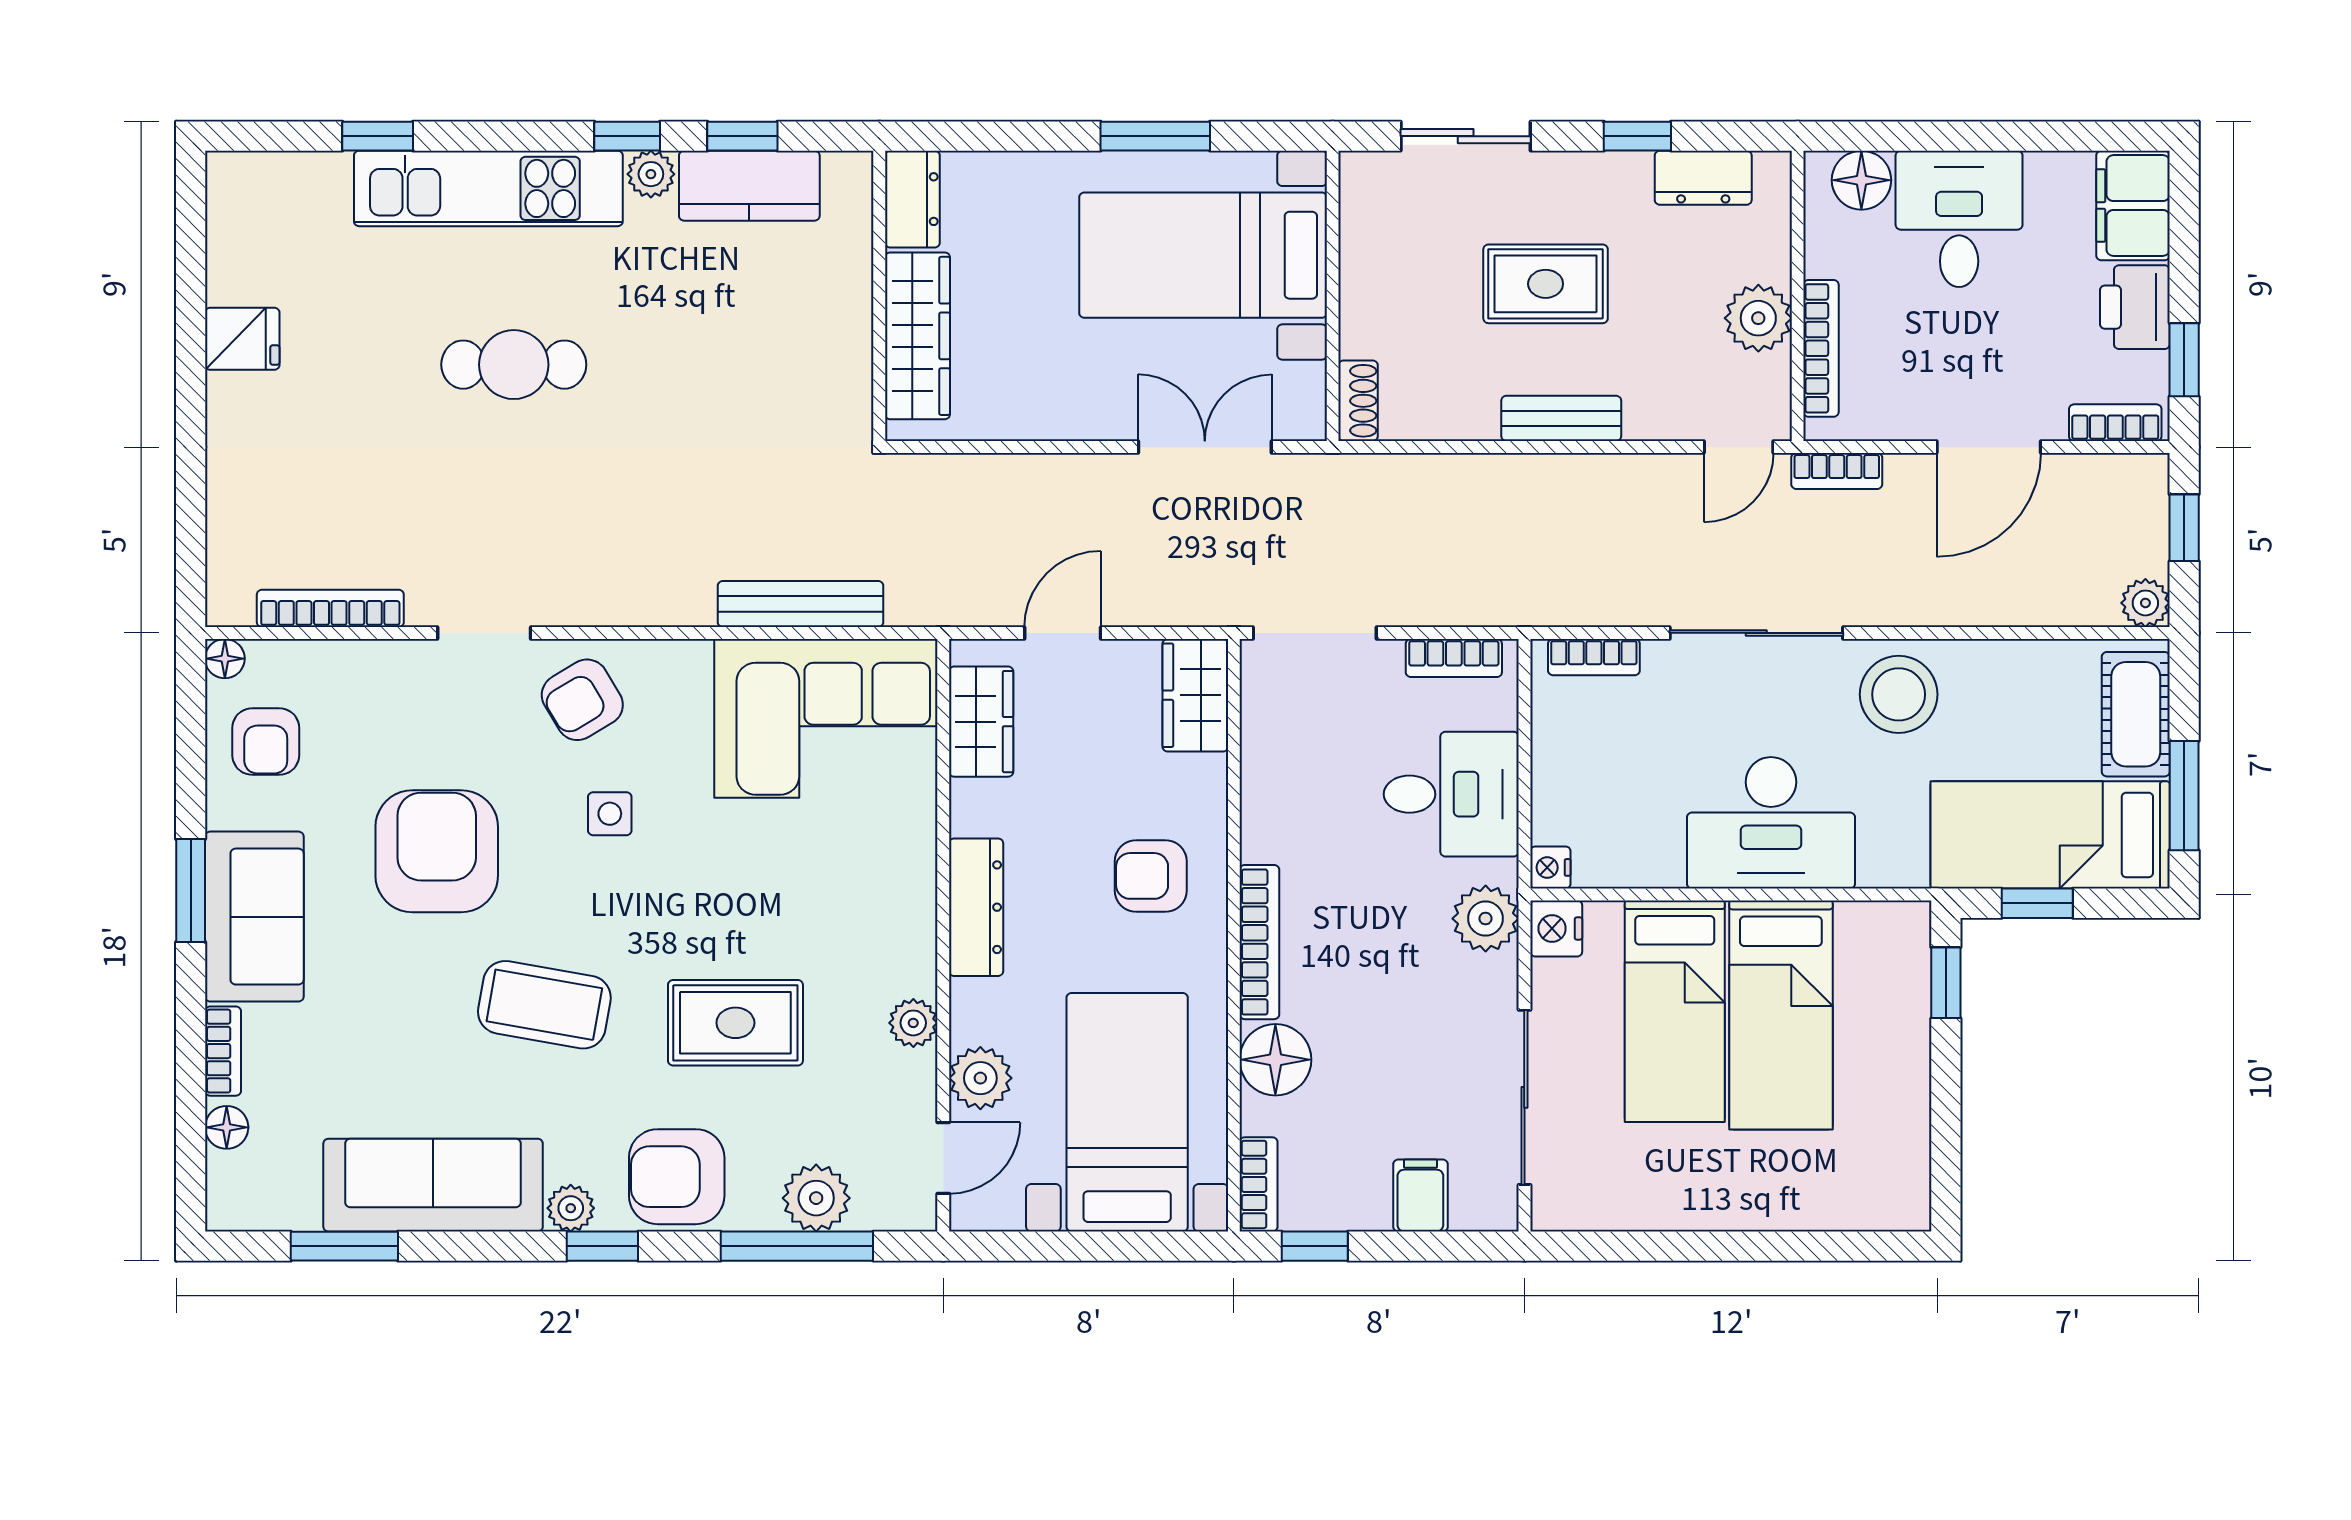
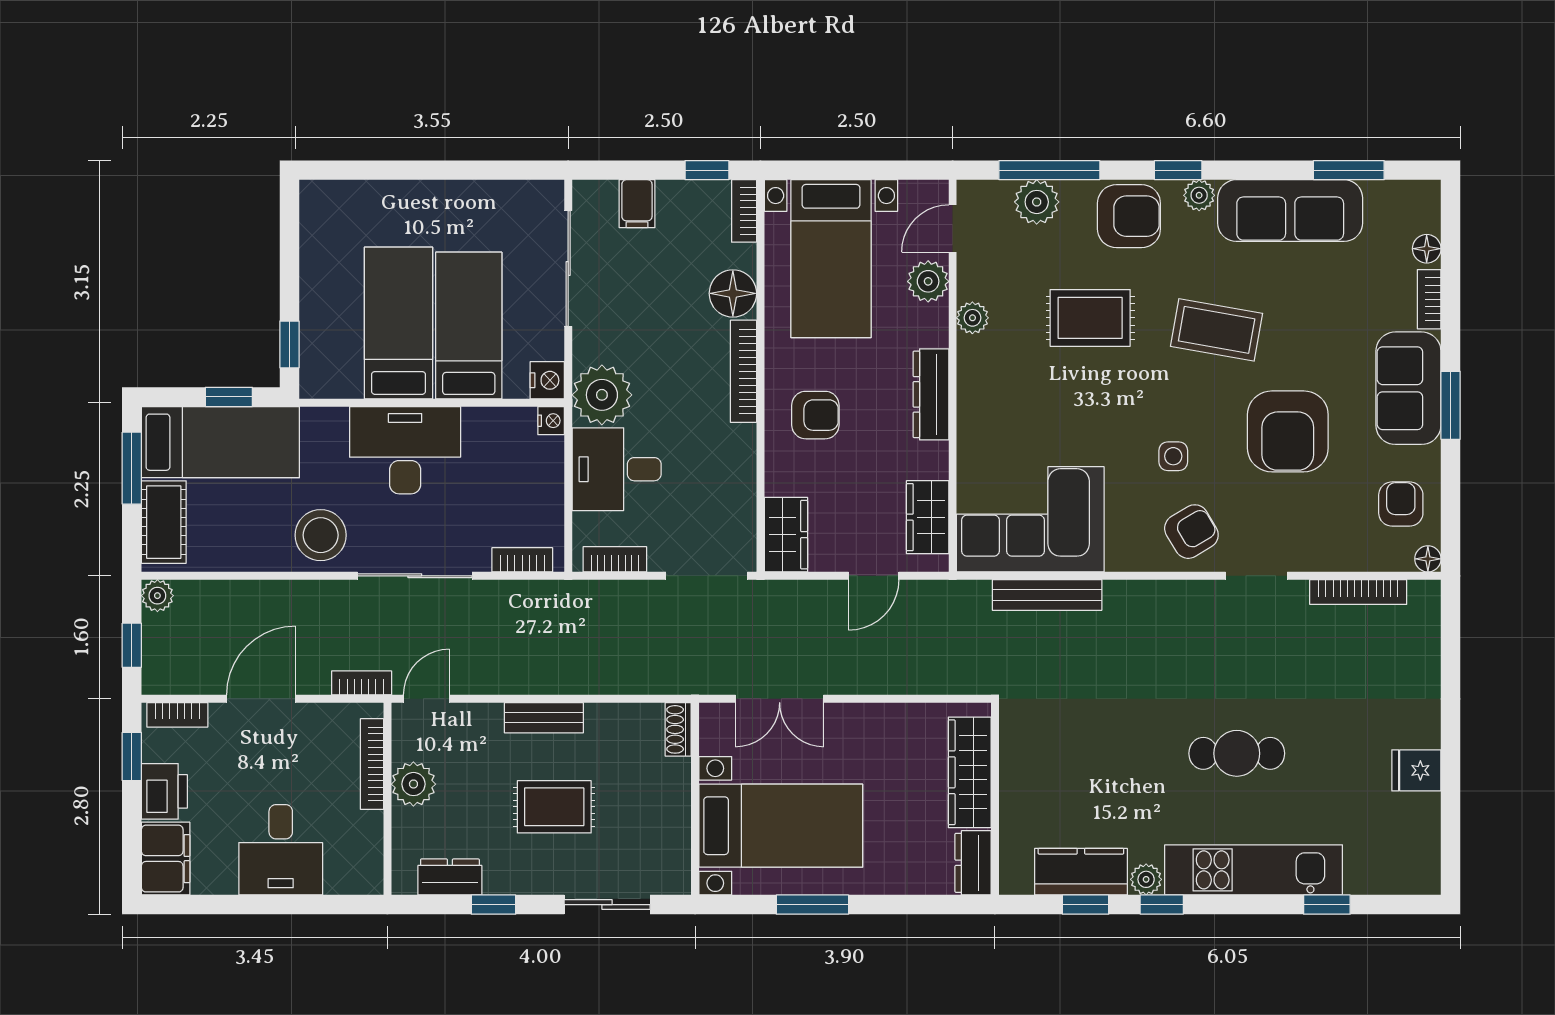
floor lamp: (1861, 180) -> (345, 875), removed
plant: (1486, 919) -> (602, 395), width x1.36, depth x1.36

